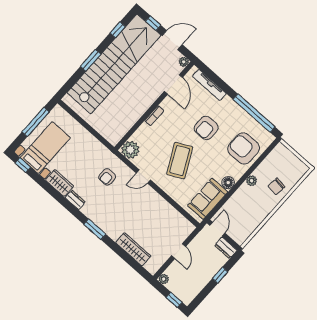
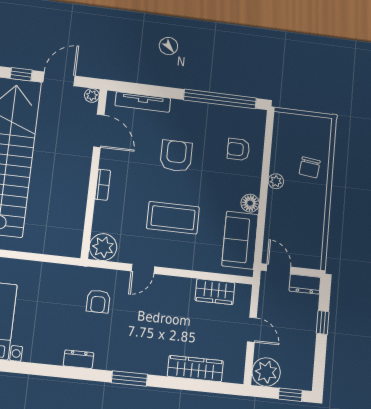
armchair: (206, 128) -> (176, 156), turned 180
armchair: (244, 148) -> (238, 149), width x0.53, depth x0.53
coffee table: (180, 161) -> (173, 218), turned -63
wardrobe: (60, 183) -> (215, 292), moved, turned 180
plant: (164, 279) -> (266, 372), width x1.87, depth x1.87

